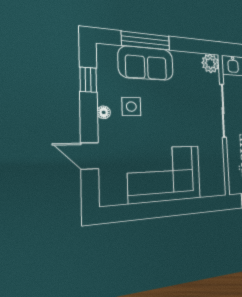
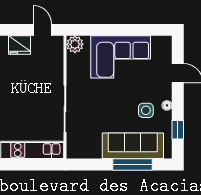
sofa: (146, 63) -> (133, 146), width x1.36
plant: (210, 63) -> (75, 44), moved

